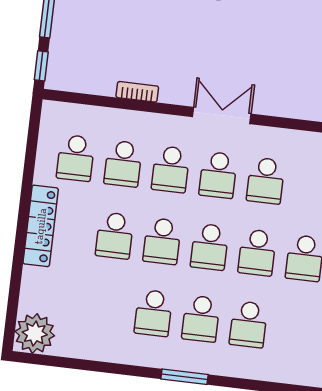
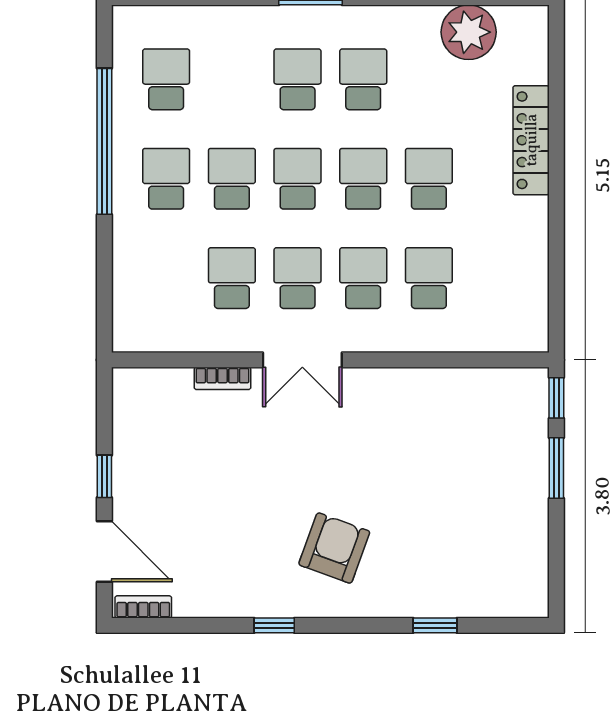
bookcase: (137, 92) -> (222, 378), moved
school desk: (76, 158) -> (495, 278), removed
locker: (41, 226) -> (531, 140), moved
school desk: (248, 324) -> (166, 79), moved
plant: (35, 333) -> (469, 32), moved

